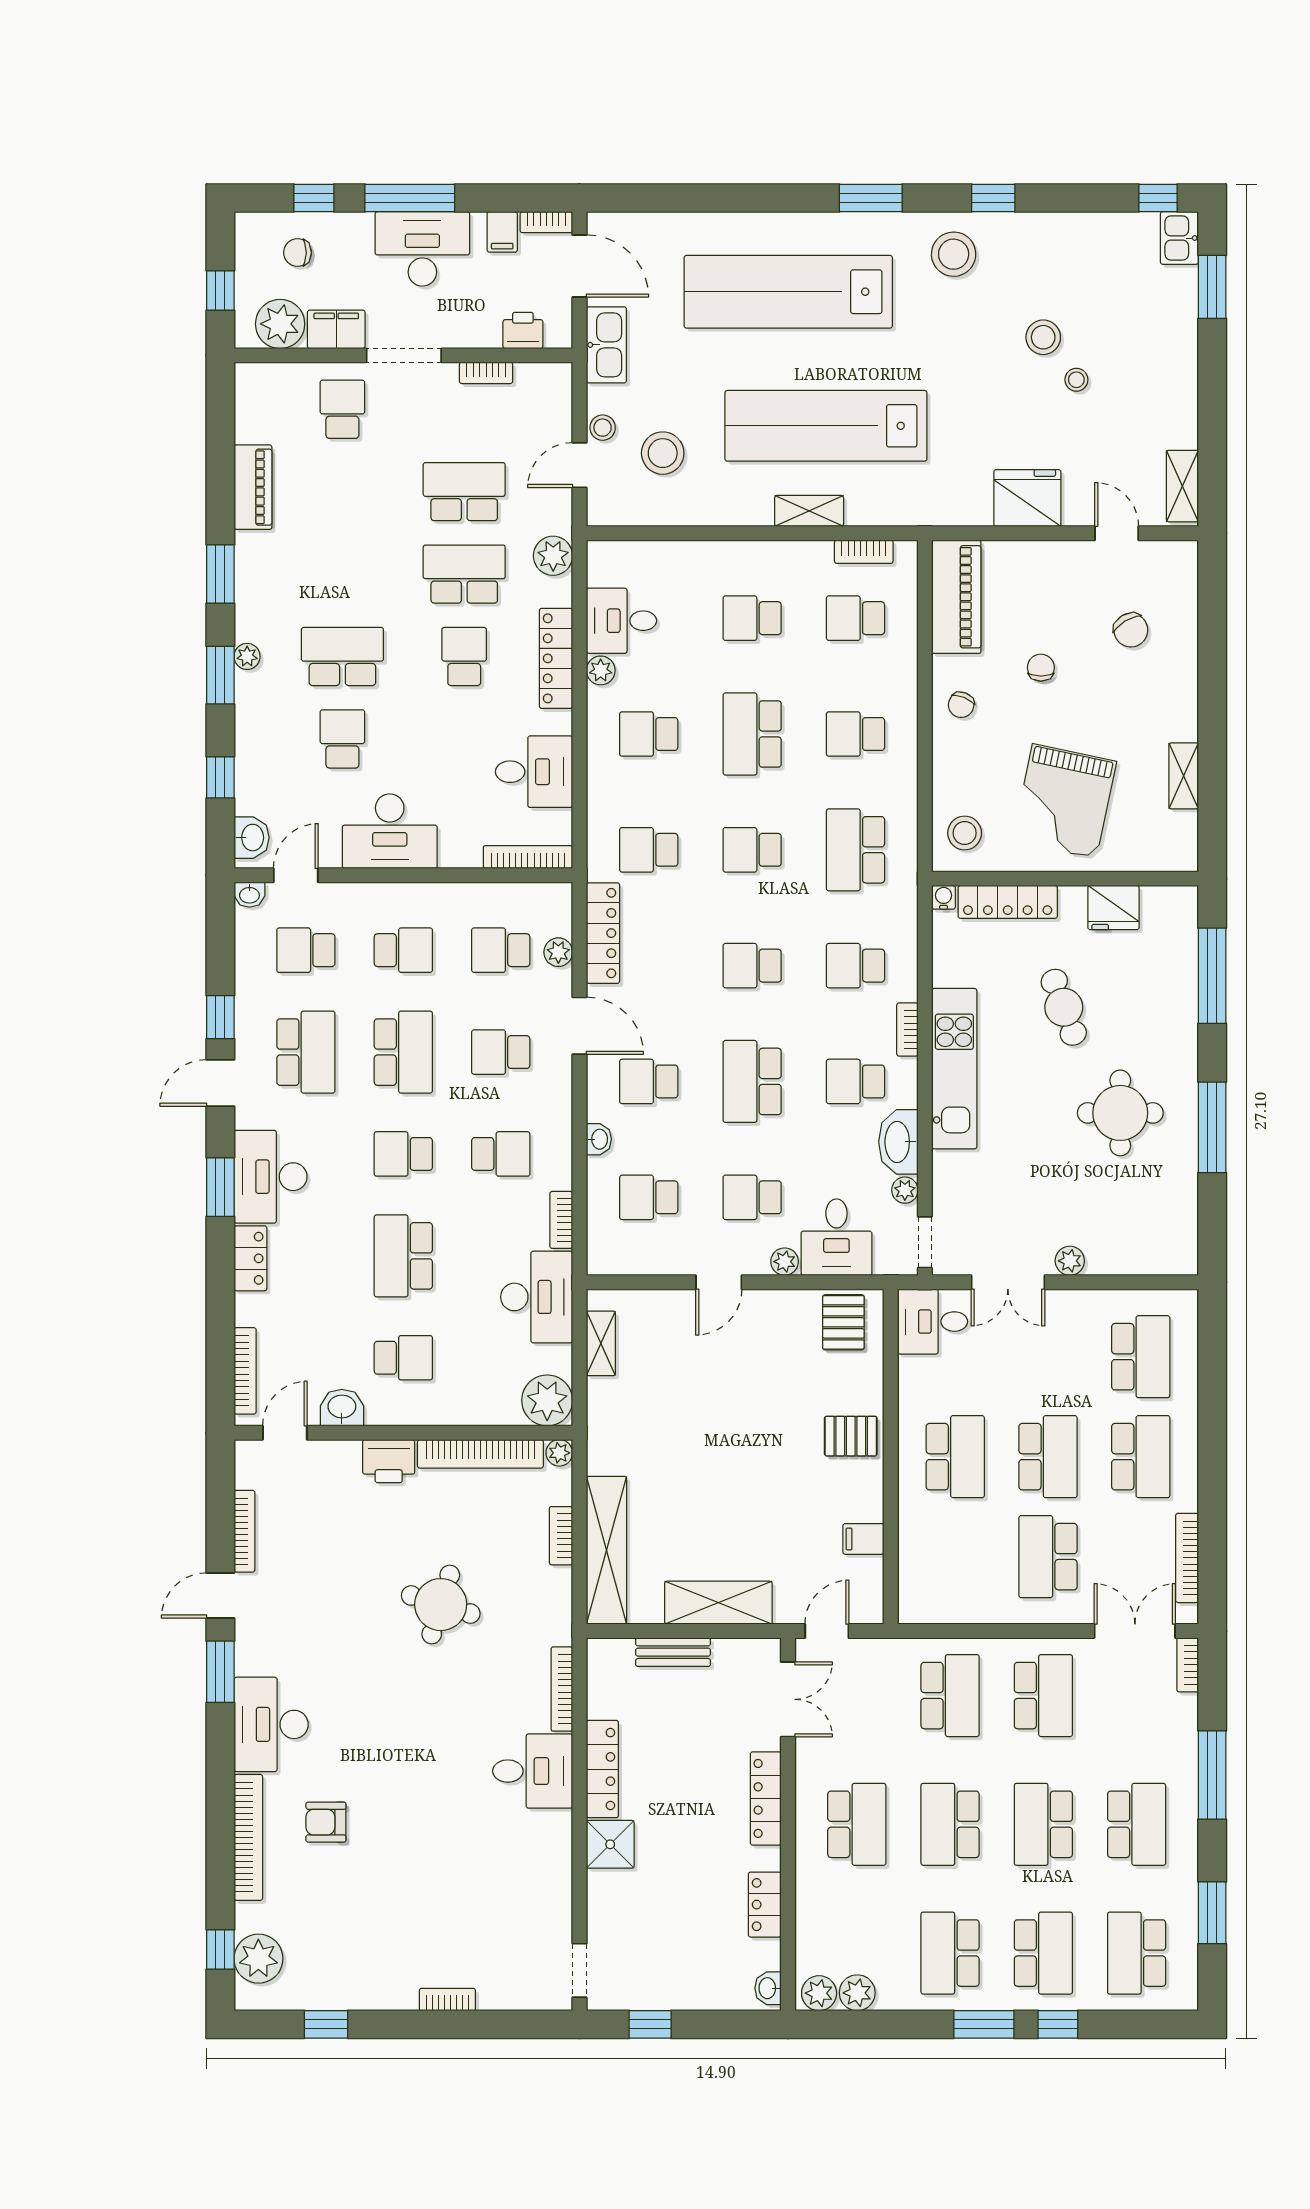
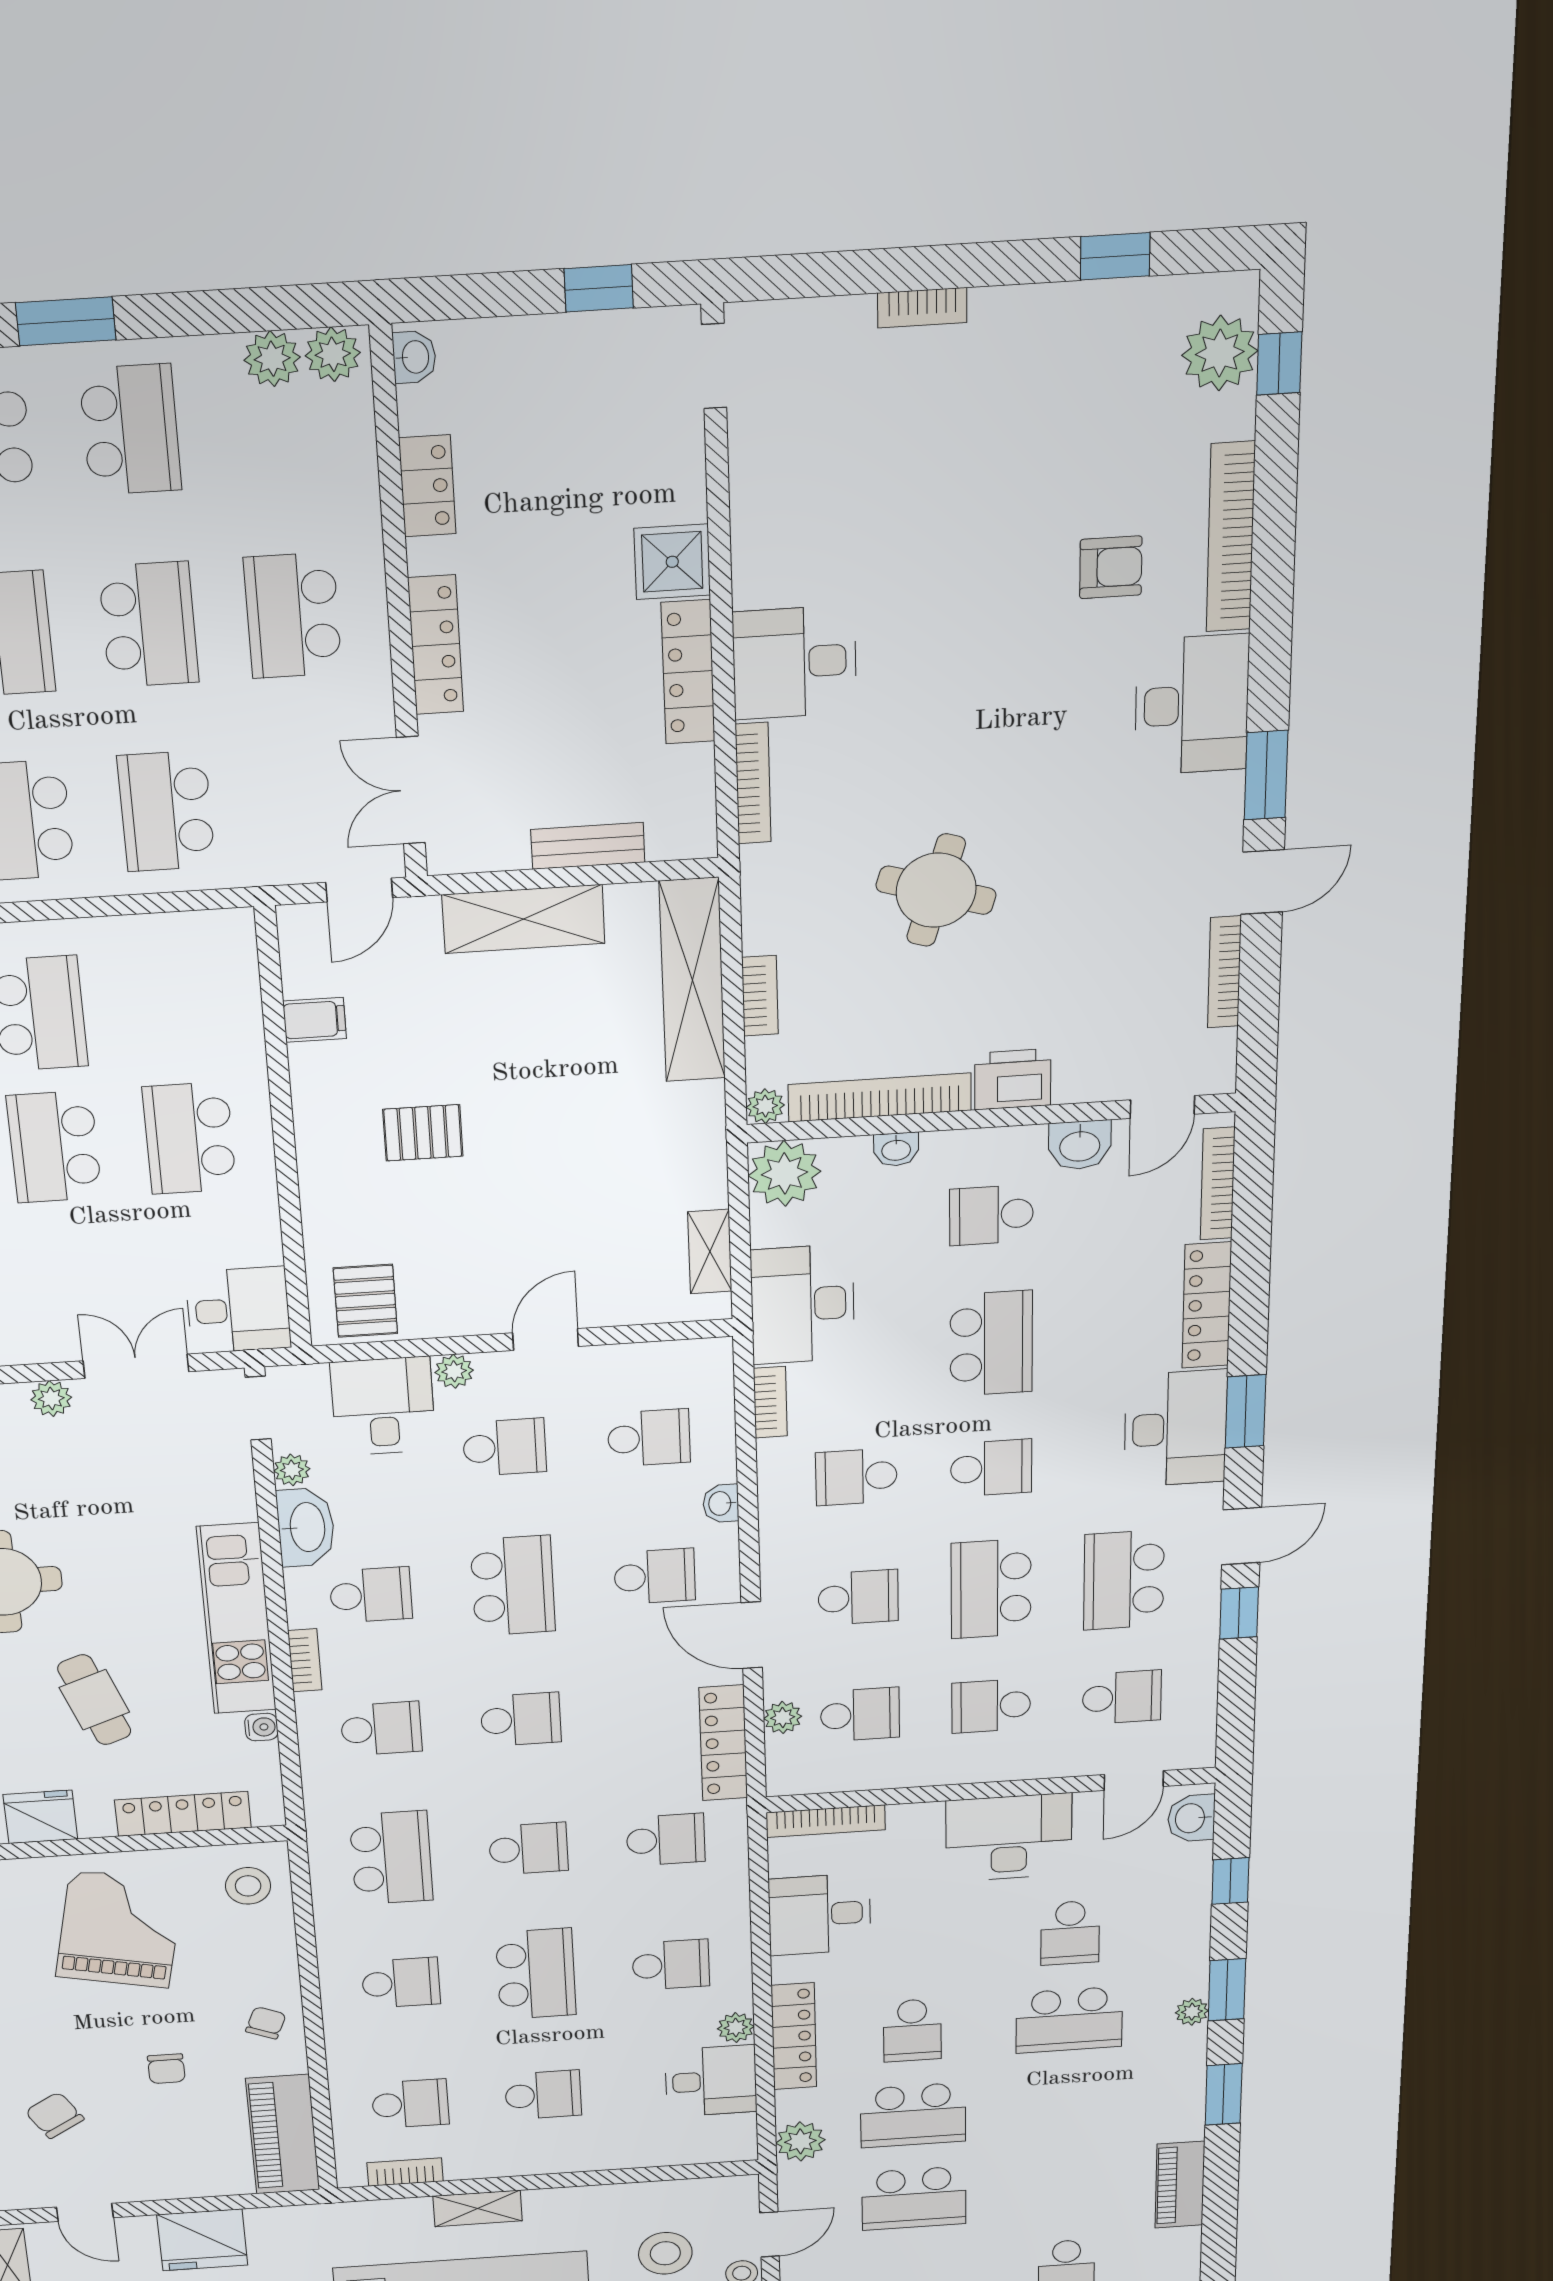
washbasin: (249, 895) -> (896, 1149), moved, turned 180
water cooler: (944, 897) -> (261, 1727), moved, turned -90
locker: (250, 1258) -> (1207, 1305), width x1.53
pallet: (851, 1436) -> (423, 1133), moved

